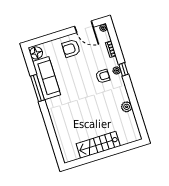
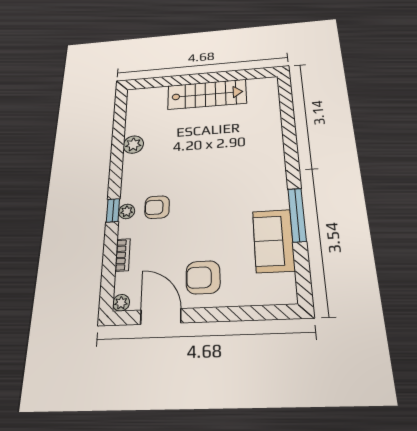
armchair: (71, 48) -> (203, 277), turned 180
floor lamp: (36, 53) -> (282, 287), removed
sofa: (47, 78) -> (274, 241), width x0.73

